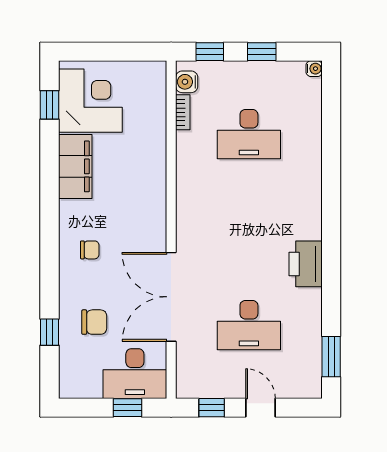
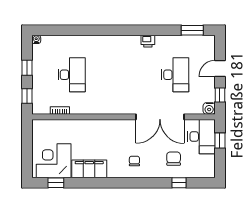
water cooler: (187, 82) -> (209, 108), moved
printer: (306, 264) -> (148, 41), width x0.53, depth x0.68

